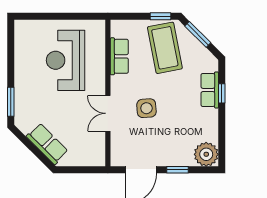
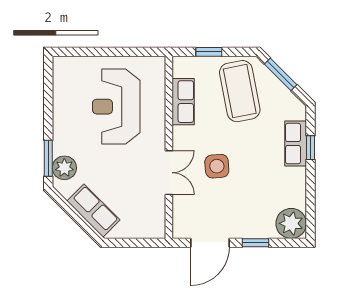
window: (161, 16) -> (209, 52), moved
plant: (24, 110) -> (64, 168), added
double door: (108, 113) -> (169, 173), swing flipped

